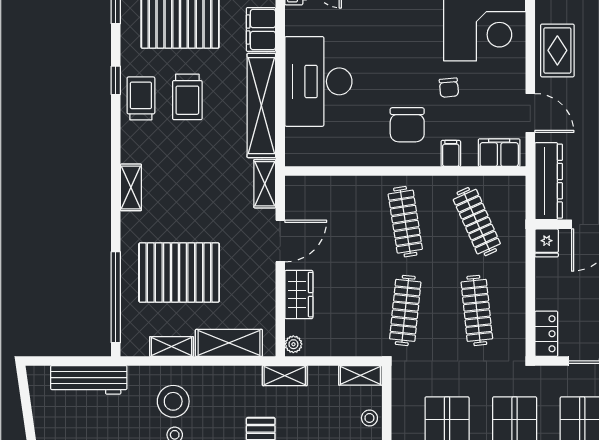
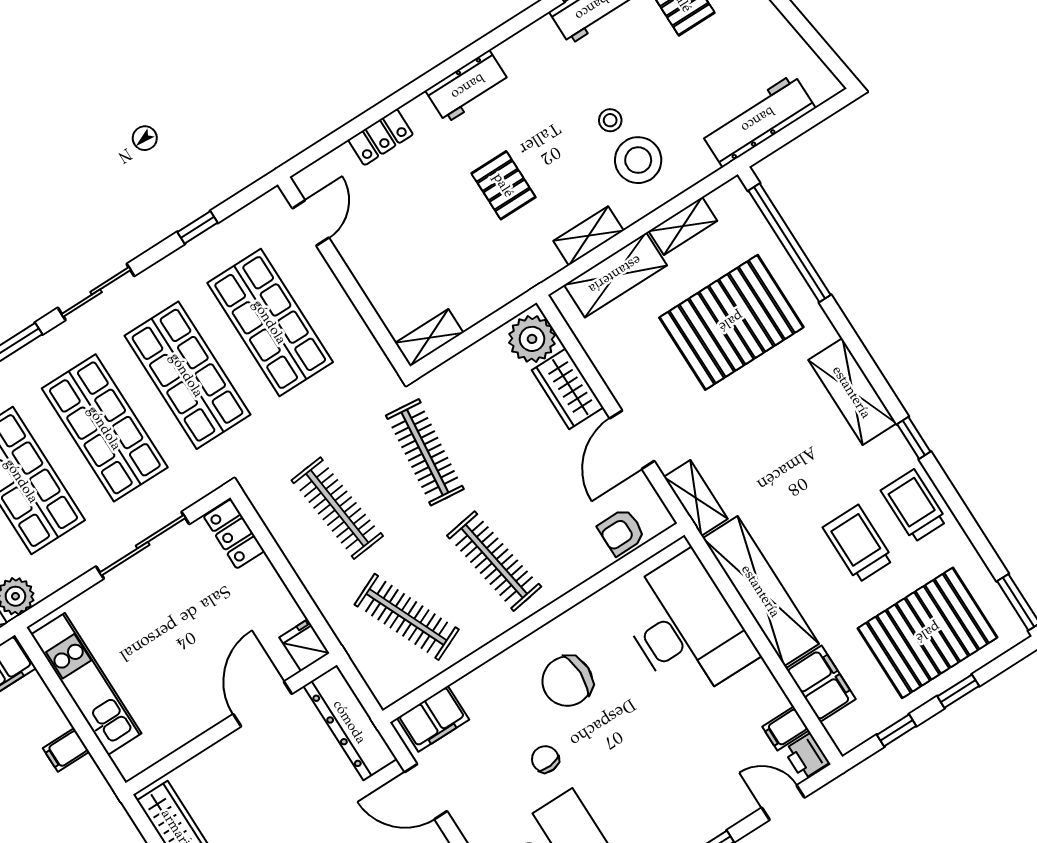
window: (116, 80) -> (914, 438), moved
desk: (318, 81) -> (686, 627), moved
trolley: (141, 98) -> (914, 506), turned 180
chair: (407, 125) -> (567, 681), turned -90
filing cabinet: (451, 153) -> (786, 728), moved, turned 90
shelving: (131, 187) -> (852, 392), width x1.50, depth x1.33
armchair: (321, 191) -> (621, 532), added
plant: (293, 344) -> (532, 339), width x1.88, depth x1.88
shelving: (285, 376) -> (588, 236), moved
stool: (369, 418) -> (385, 293), removed

